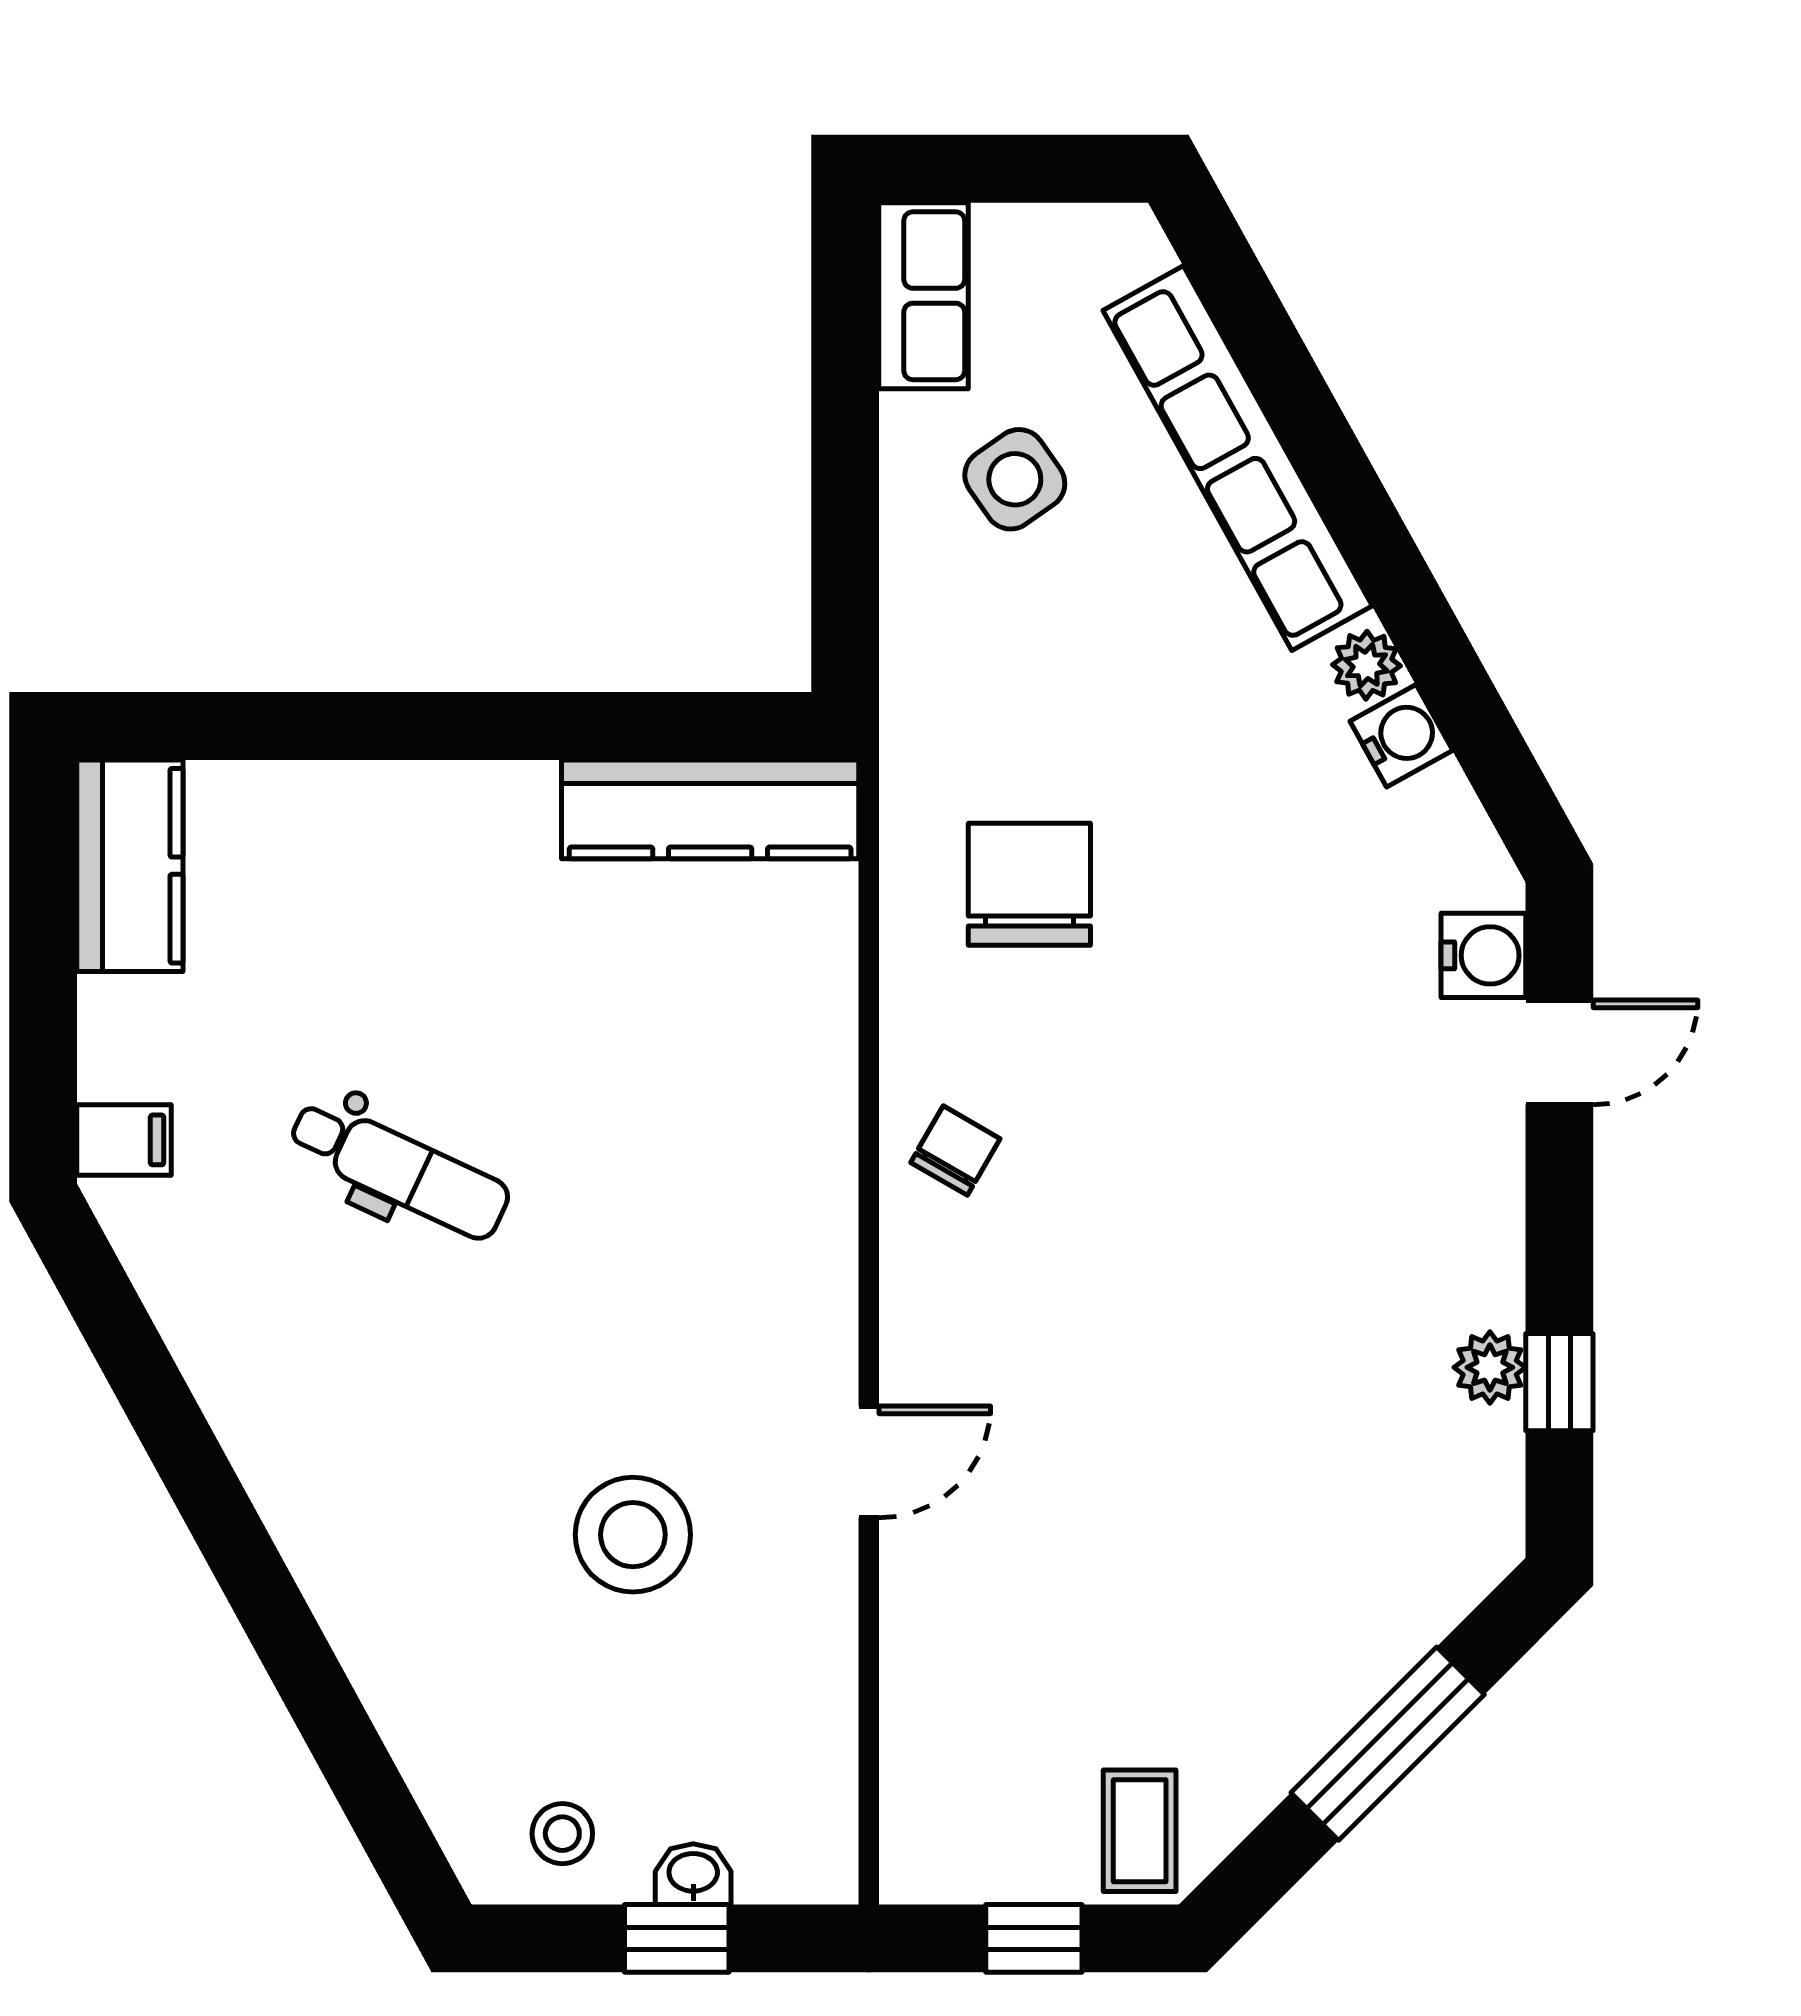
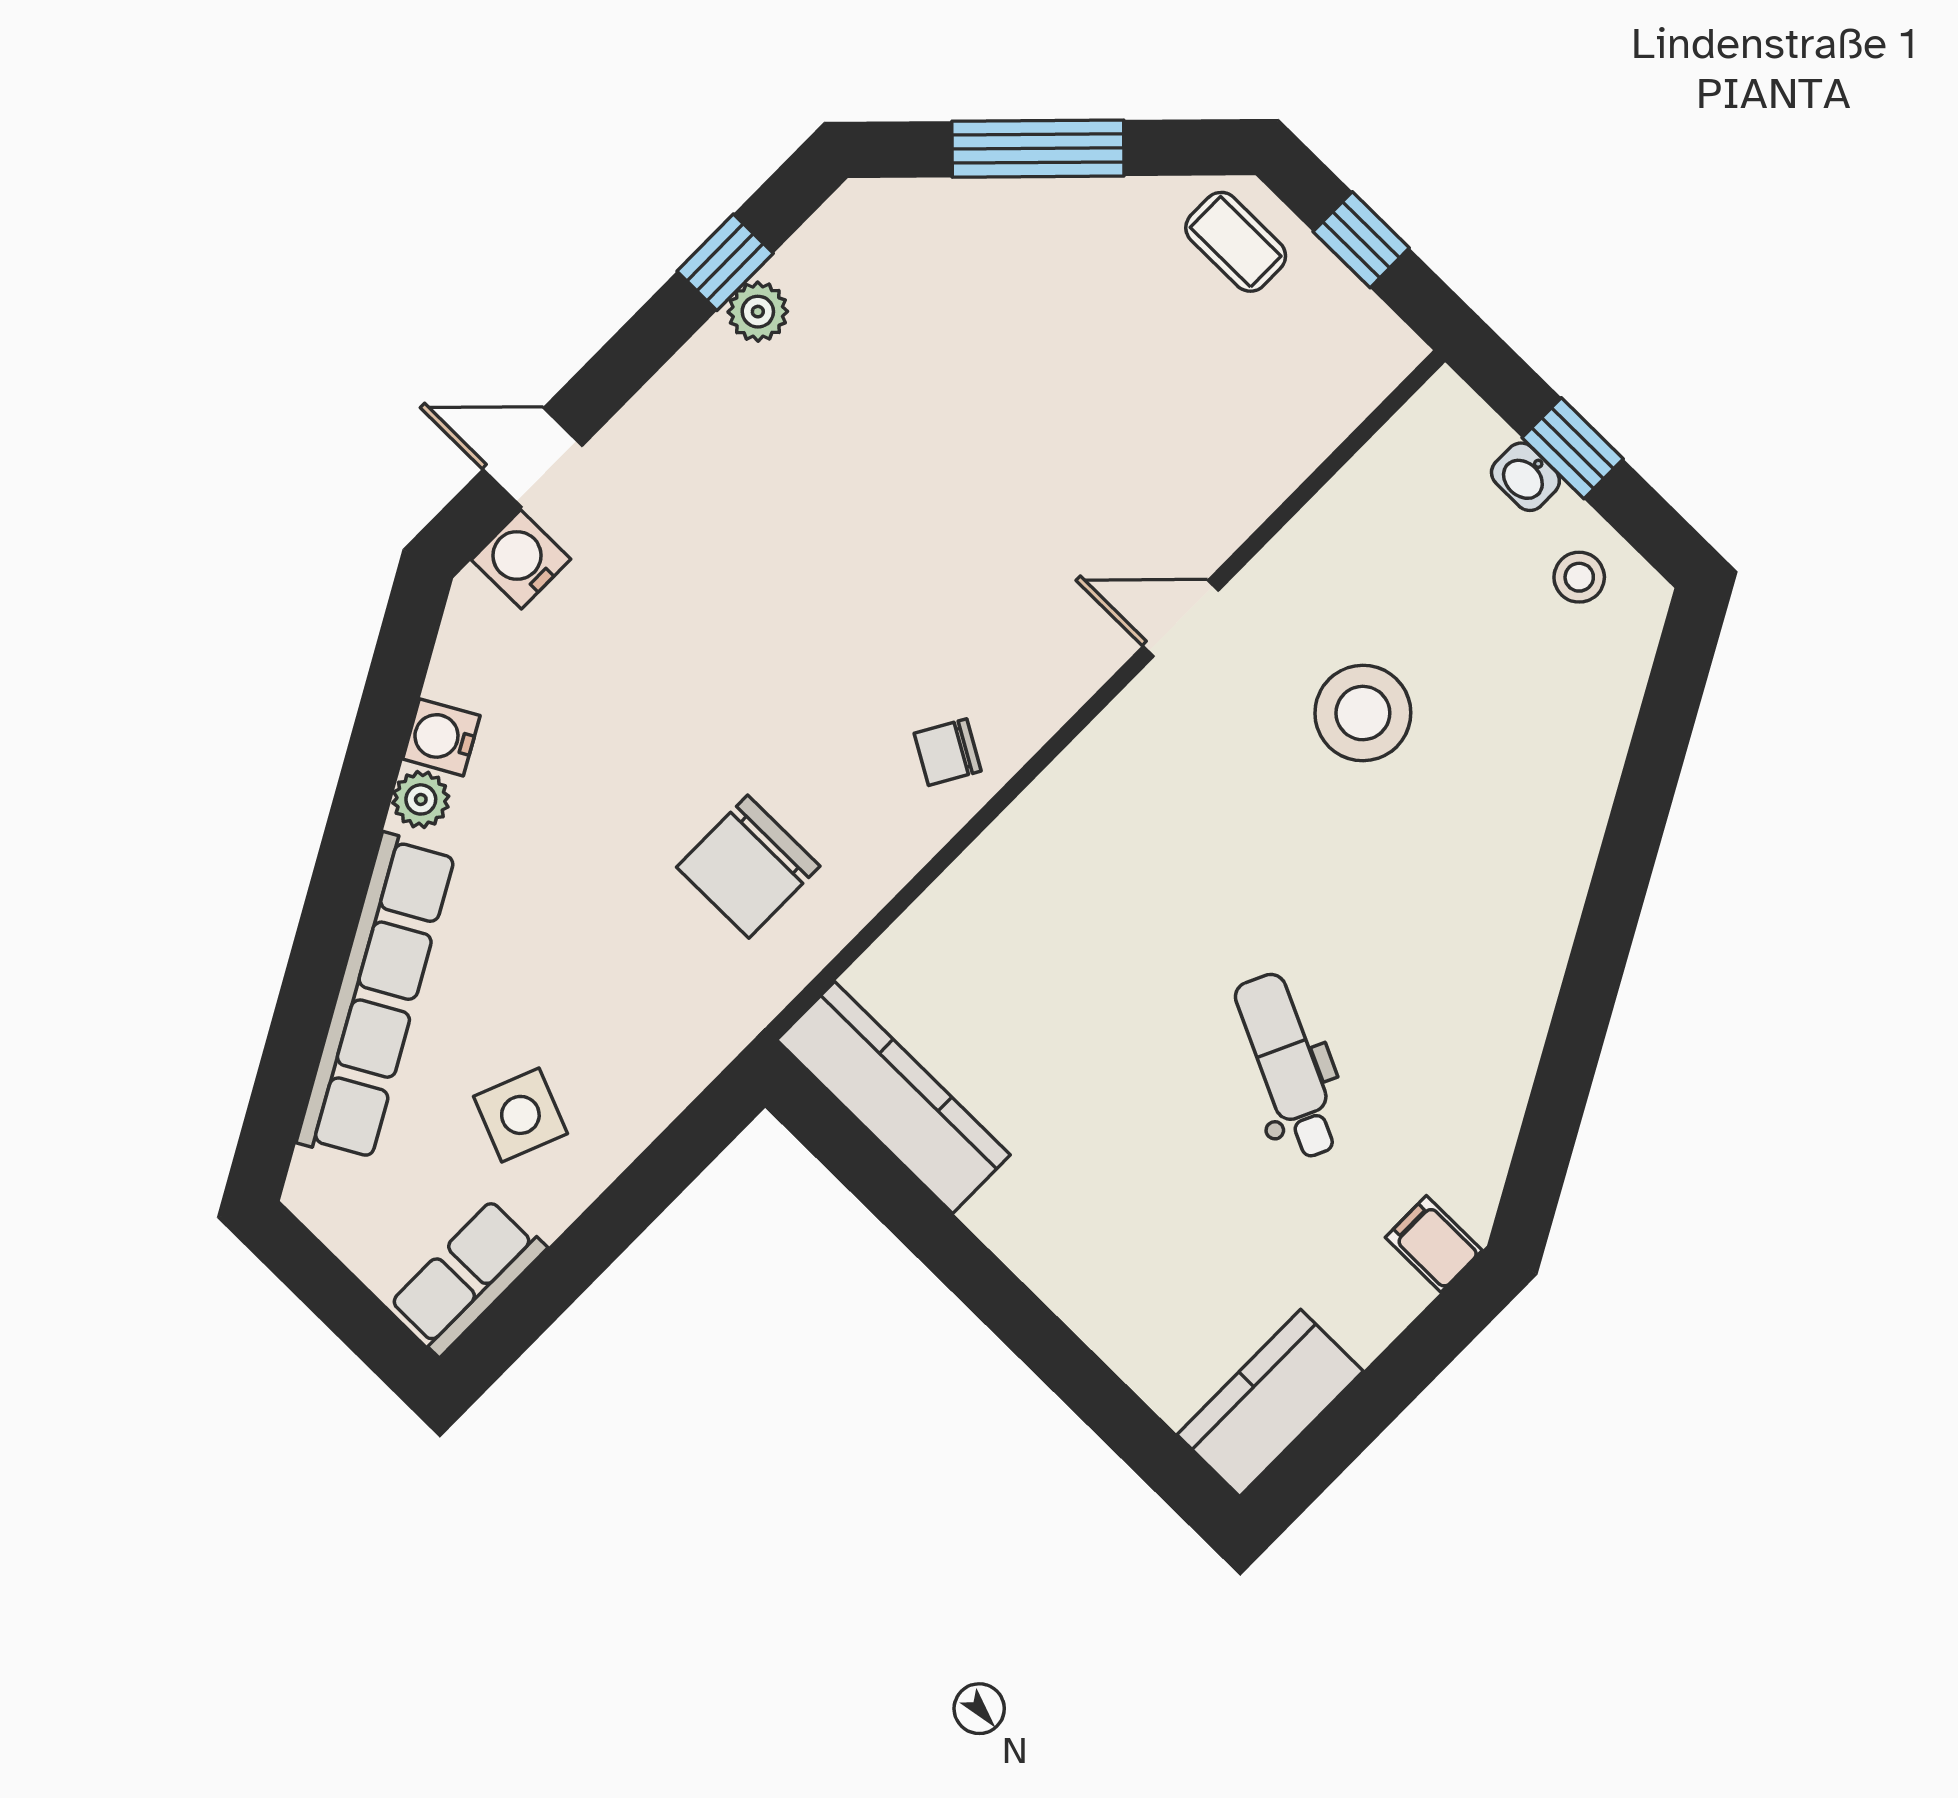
side table: (1015, 479) -> (520, 1115), turned -33
coffee table: (1140, 1831) -> (1236, 242), turned 90

